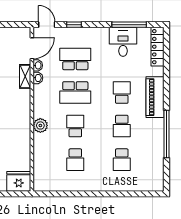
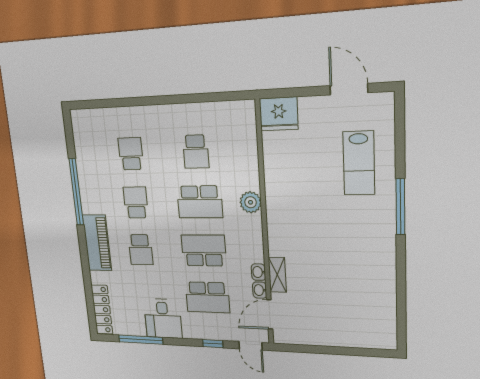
desk: (123, 42) -> (163, 319), moved
school desk: (75, 126) -> (200, 202), width x1.85
school desk: (75, 160) -> (196, 152), turned 180

